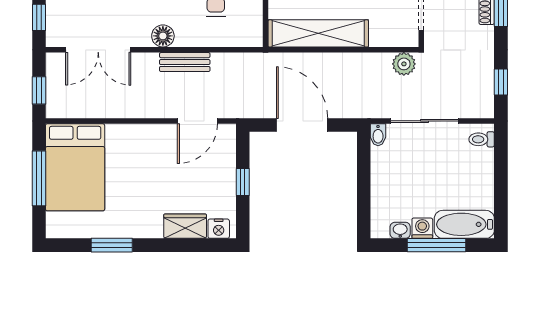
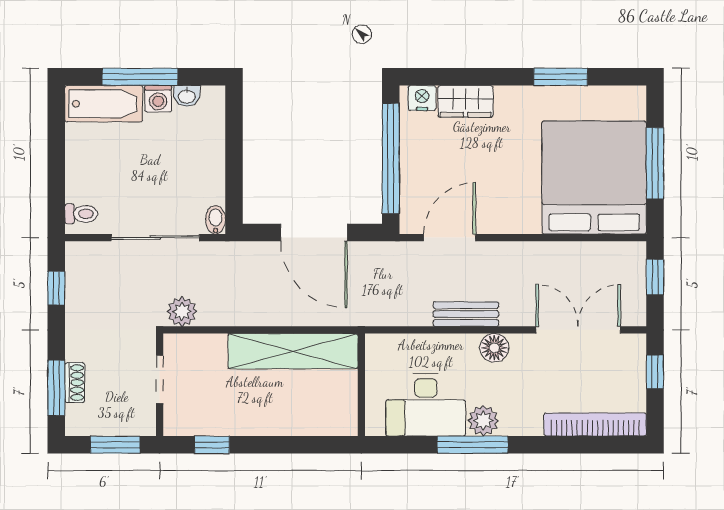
bed: (75, 167) -> (594, 178), width x1.36
window: (243, 182) -> (391, 158), width x3.17

